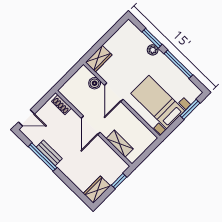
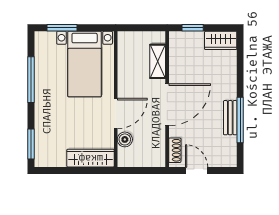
window: (152, 38) -> (31, 144), moved
plant: (153, 50) -> (41, 116), removed
wardrobe: (99, 59) -> (91, 158), width x1.50
door: (26, 118) -> (197, 171), moved
door: (91, 125) -> (167, 105), width x1.36

